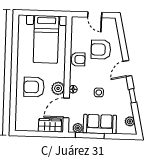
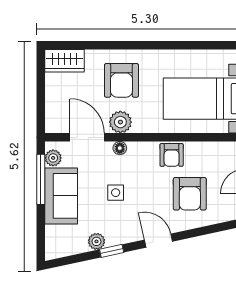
armchair: (101, 50) -> (190, 194), turned 180
armchair: (34, 87) -> (121, 80), turned 180
plant: (130, 121) -> (96, 241), moved
wardrobe: (50, 125) -> (65, 61), moved, turned 90

